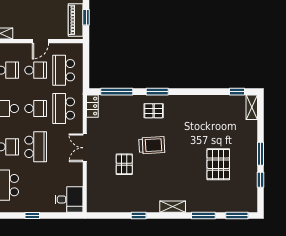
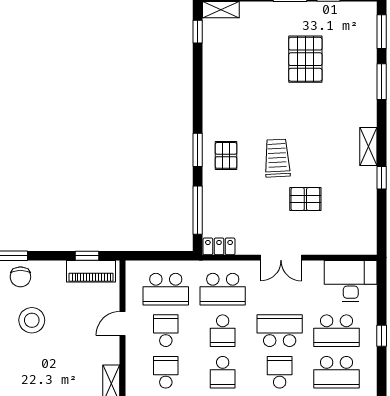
door: (40, 41) -> (123, 323), swing flipped
school desk: (36, 109) -> (223, 331), turned 180
pallet: (218, 164) -> (305, 59), turned 90
school desk: (36, 185) -> (337, 331), added
desk: (69, 199) -> (351, 281), width x1.37
shelving: (173, 207) -> (368, 147), moved

